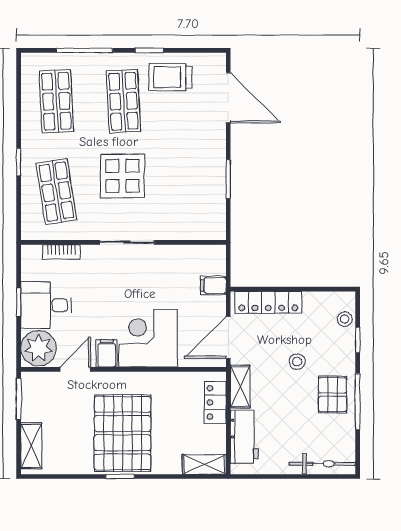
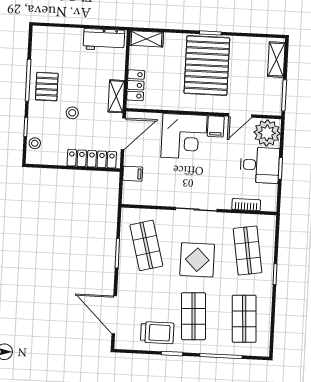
shop shelf: (190, 192) -> (146, 245), added
workbench: (244, 437) -> (104, 40), moved, turned -90
bicycle: (322, 464) -> (57, 35), removed

